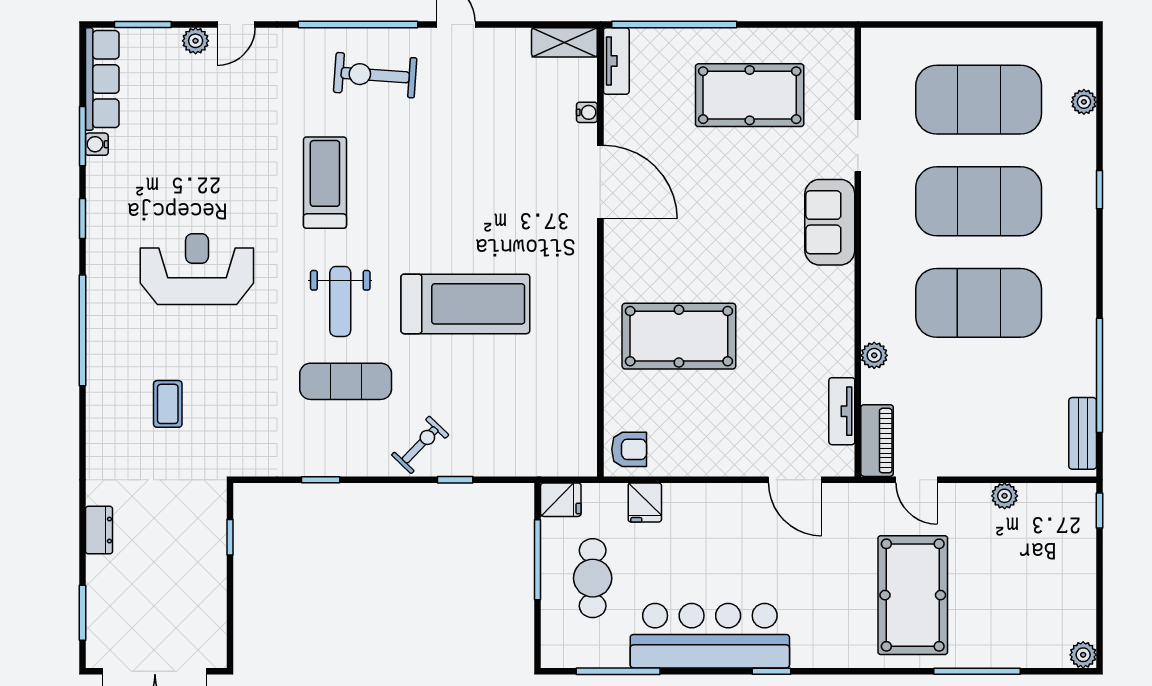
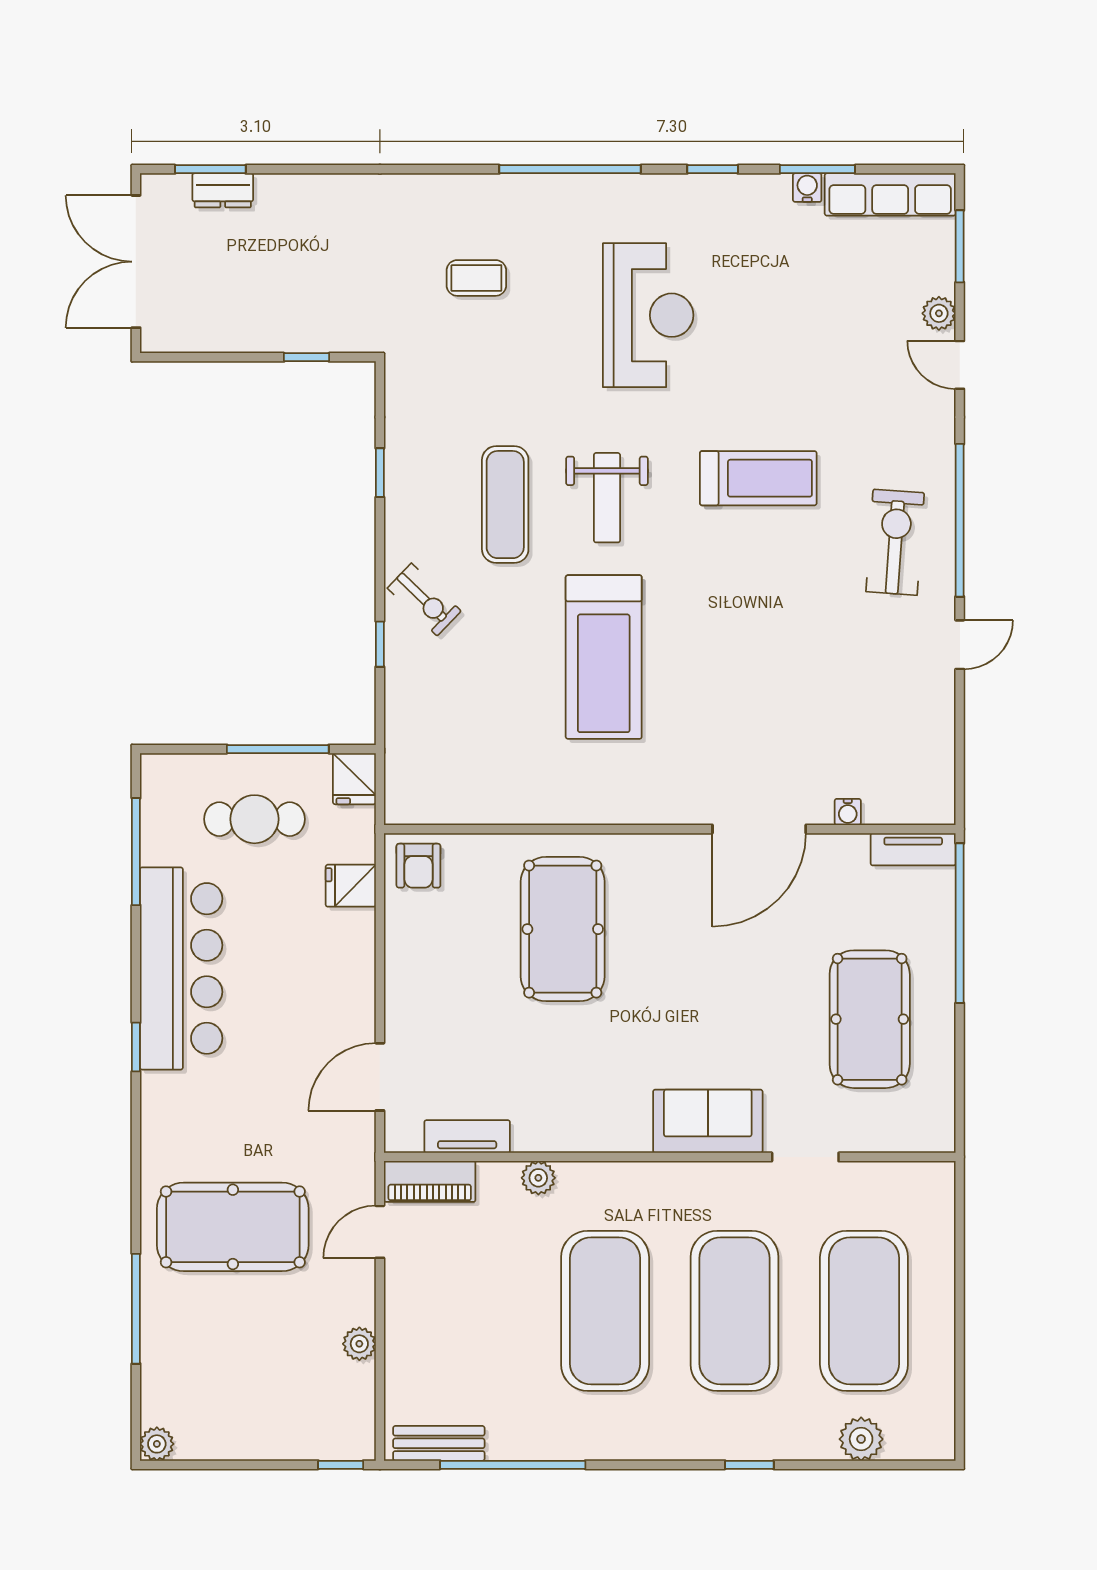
shelving: (564, 42) -> (937, 783), removed
plant: (1084, 102) -> (861, 1439), width x1.38, depth x1.38
weight bench: (340, 301) -> (607, 498), turned -90
dresser: (99, 530) -> (223, 190), moved

